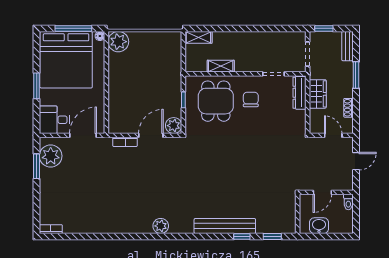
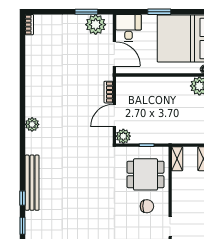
shelving: (221, 66) -> (177, 159), moved
door: (151, 135) -> (114, 116), swing flipped

